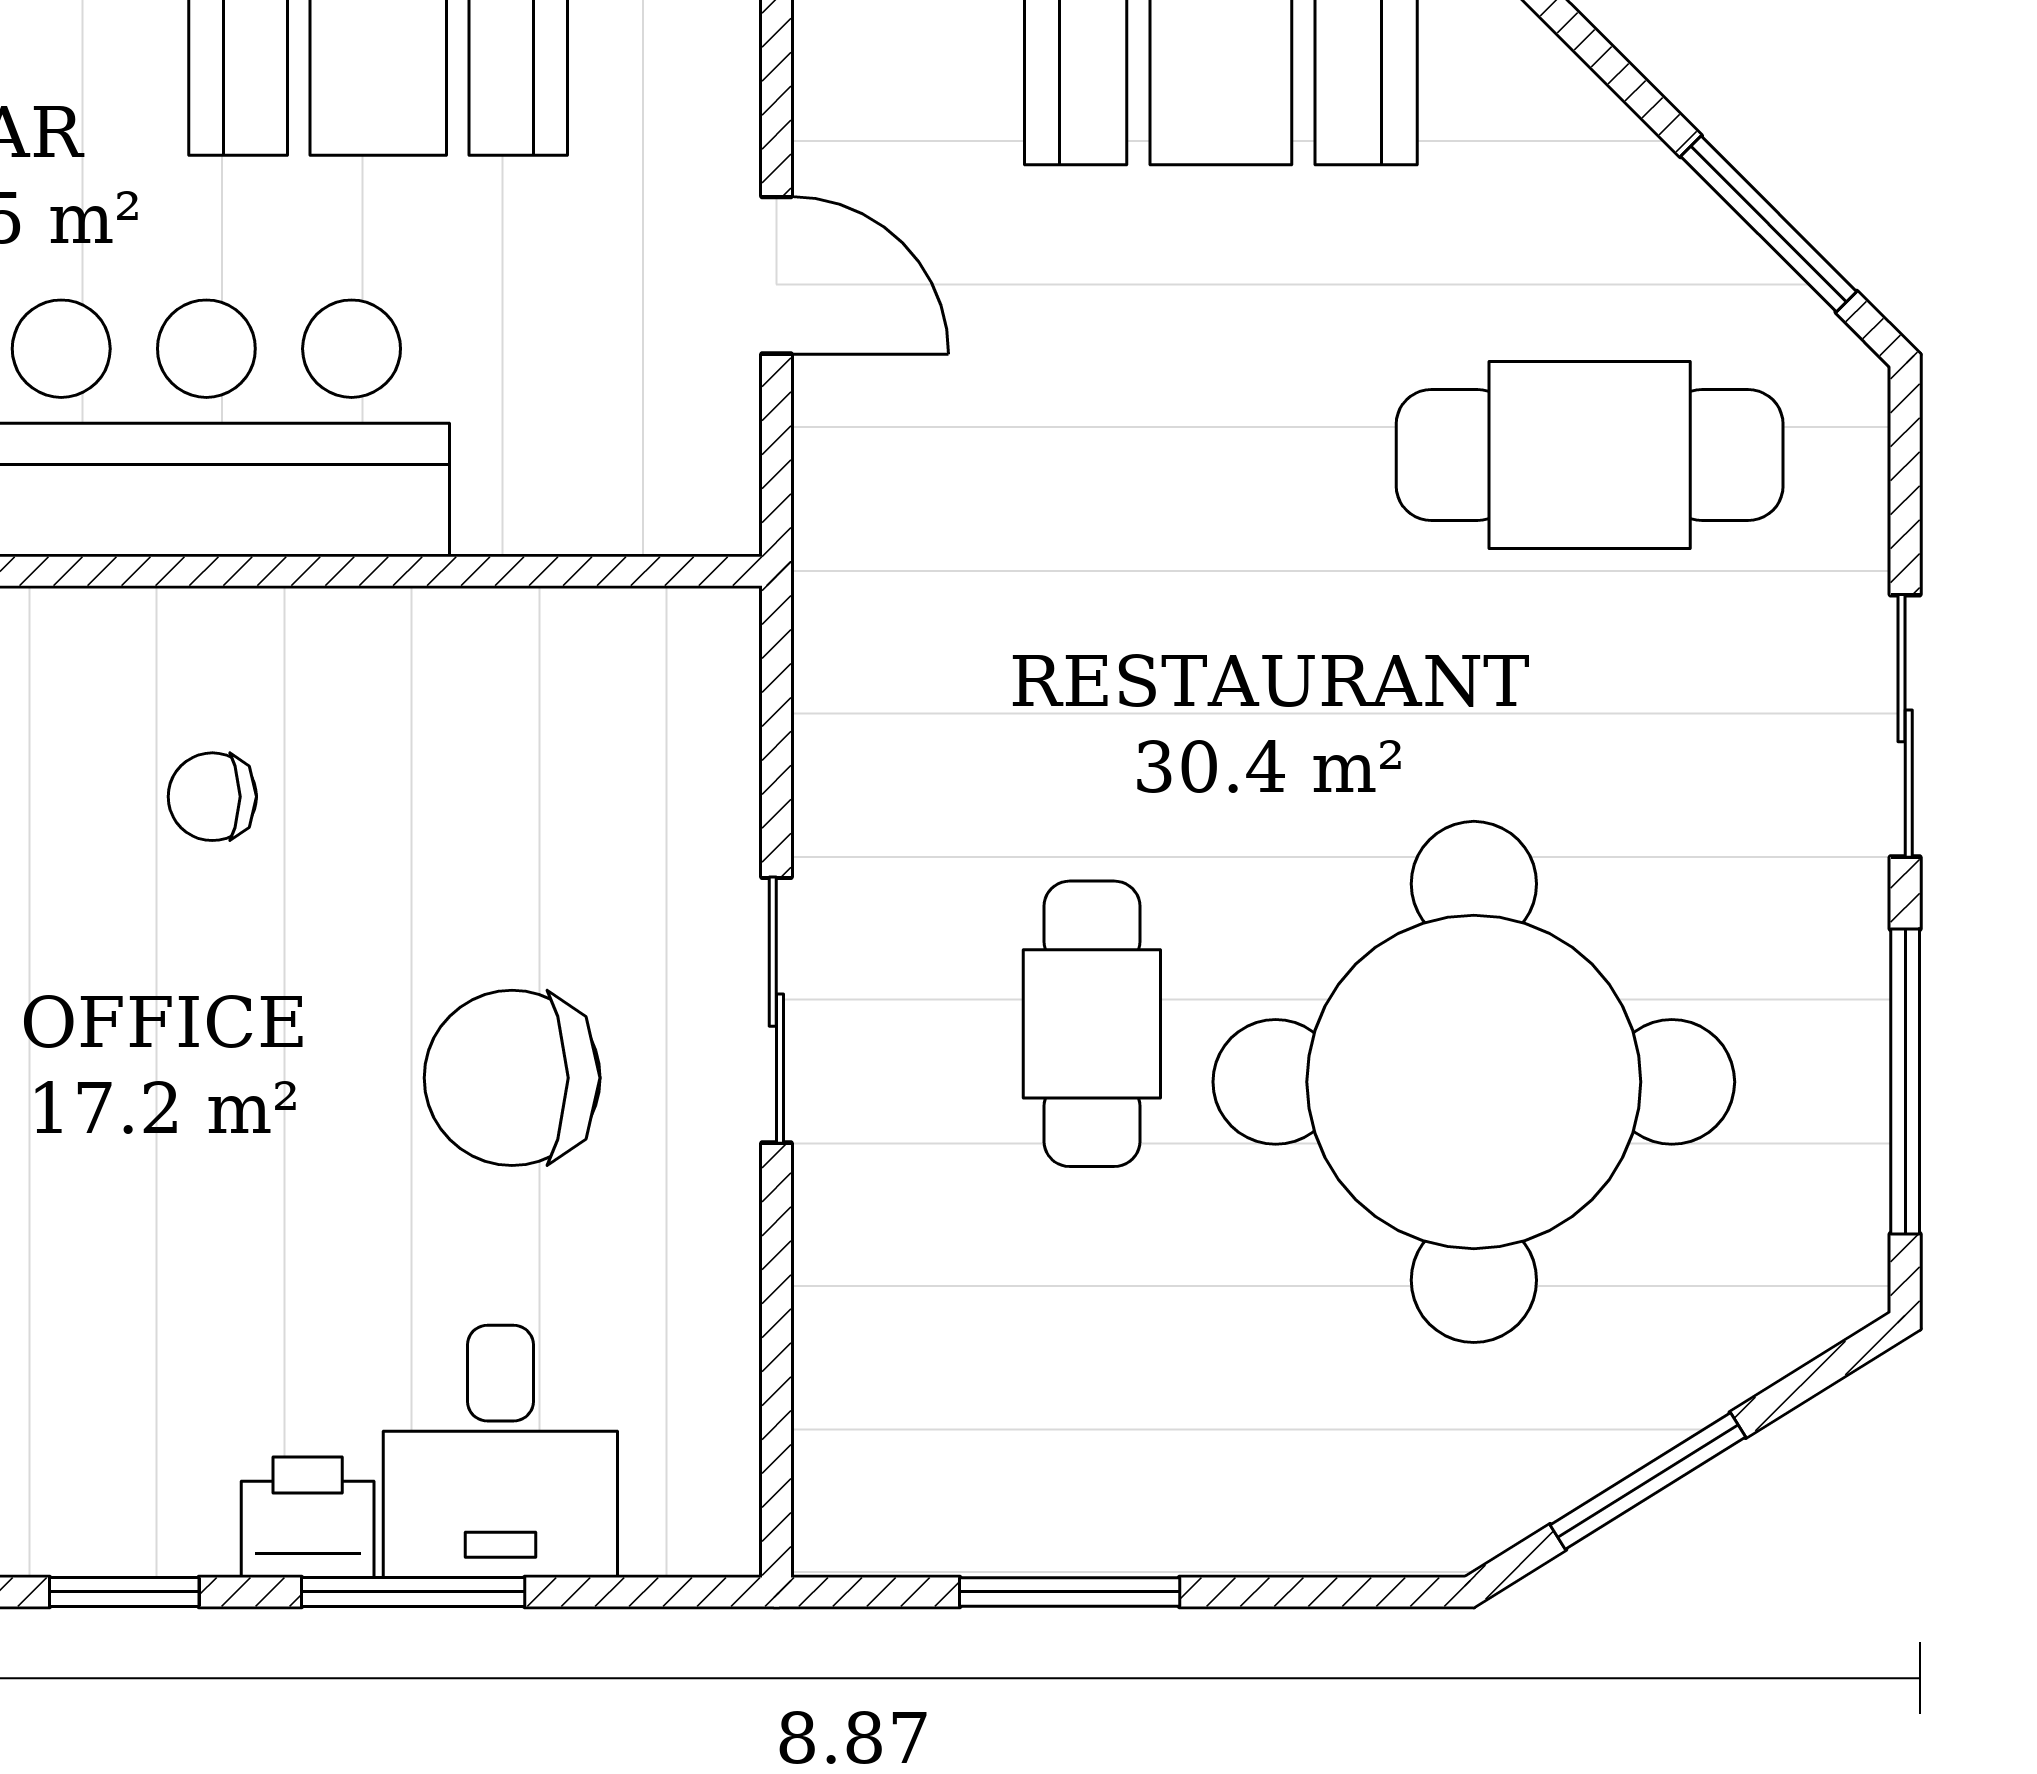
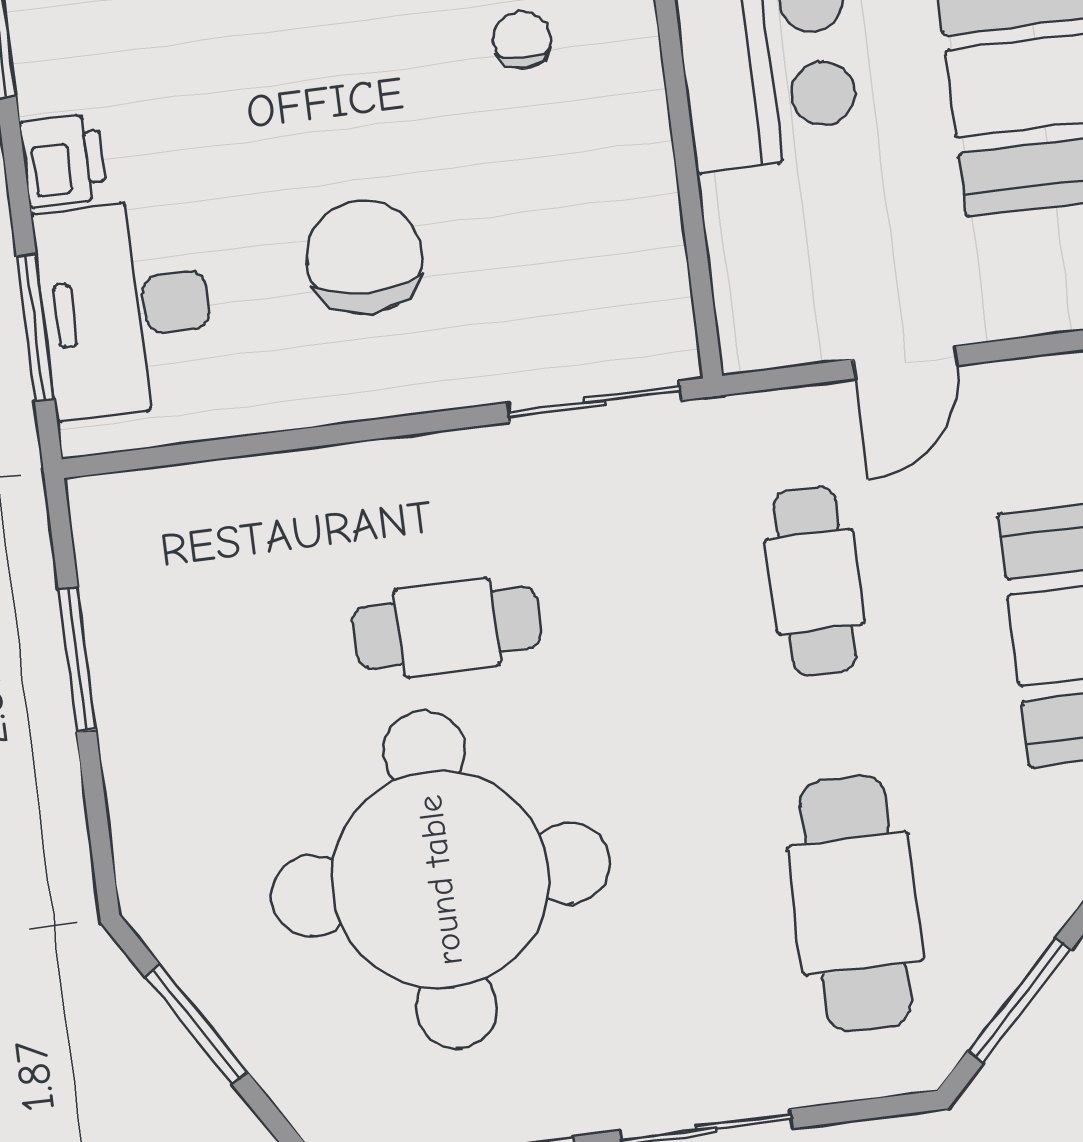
cafe table: (1092, 455) -> (815, 581), added
sliding door: (776, 1010) -> (594, 402), moved
desk: (500, 1451) -> (125, 308), width x1.37
window: (413, 1592) -> (35, 328), moved

